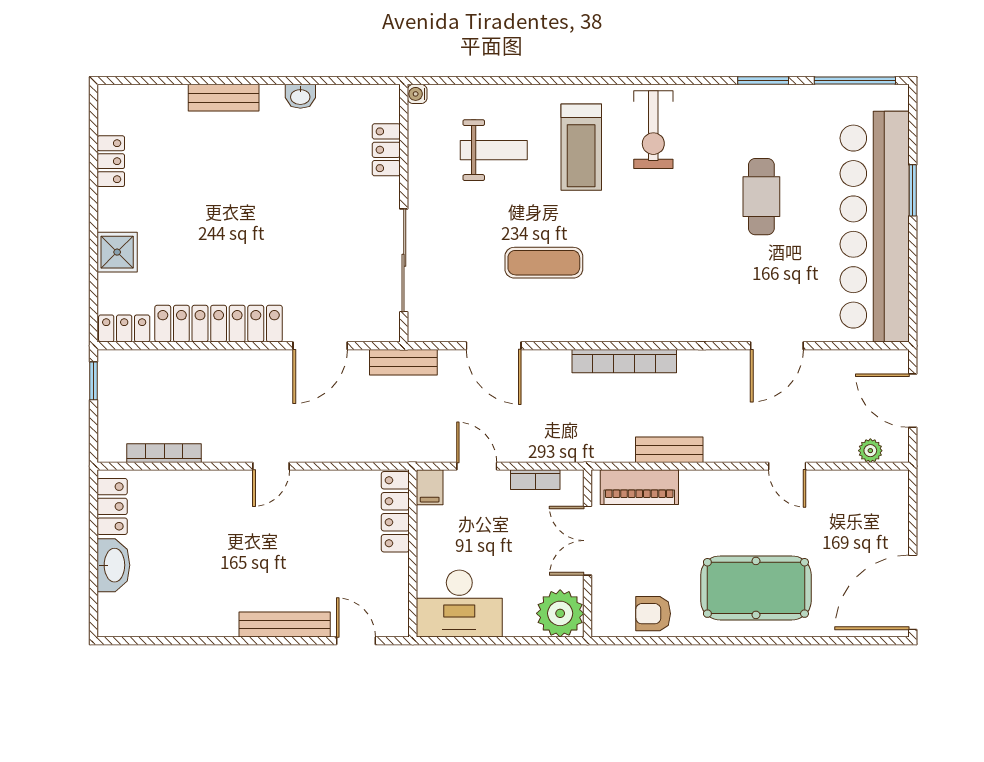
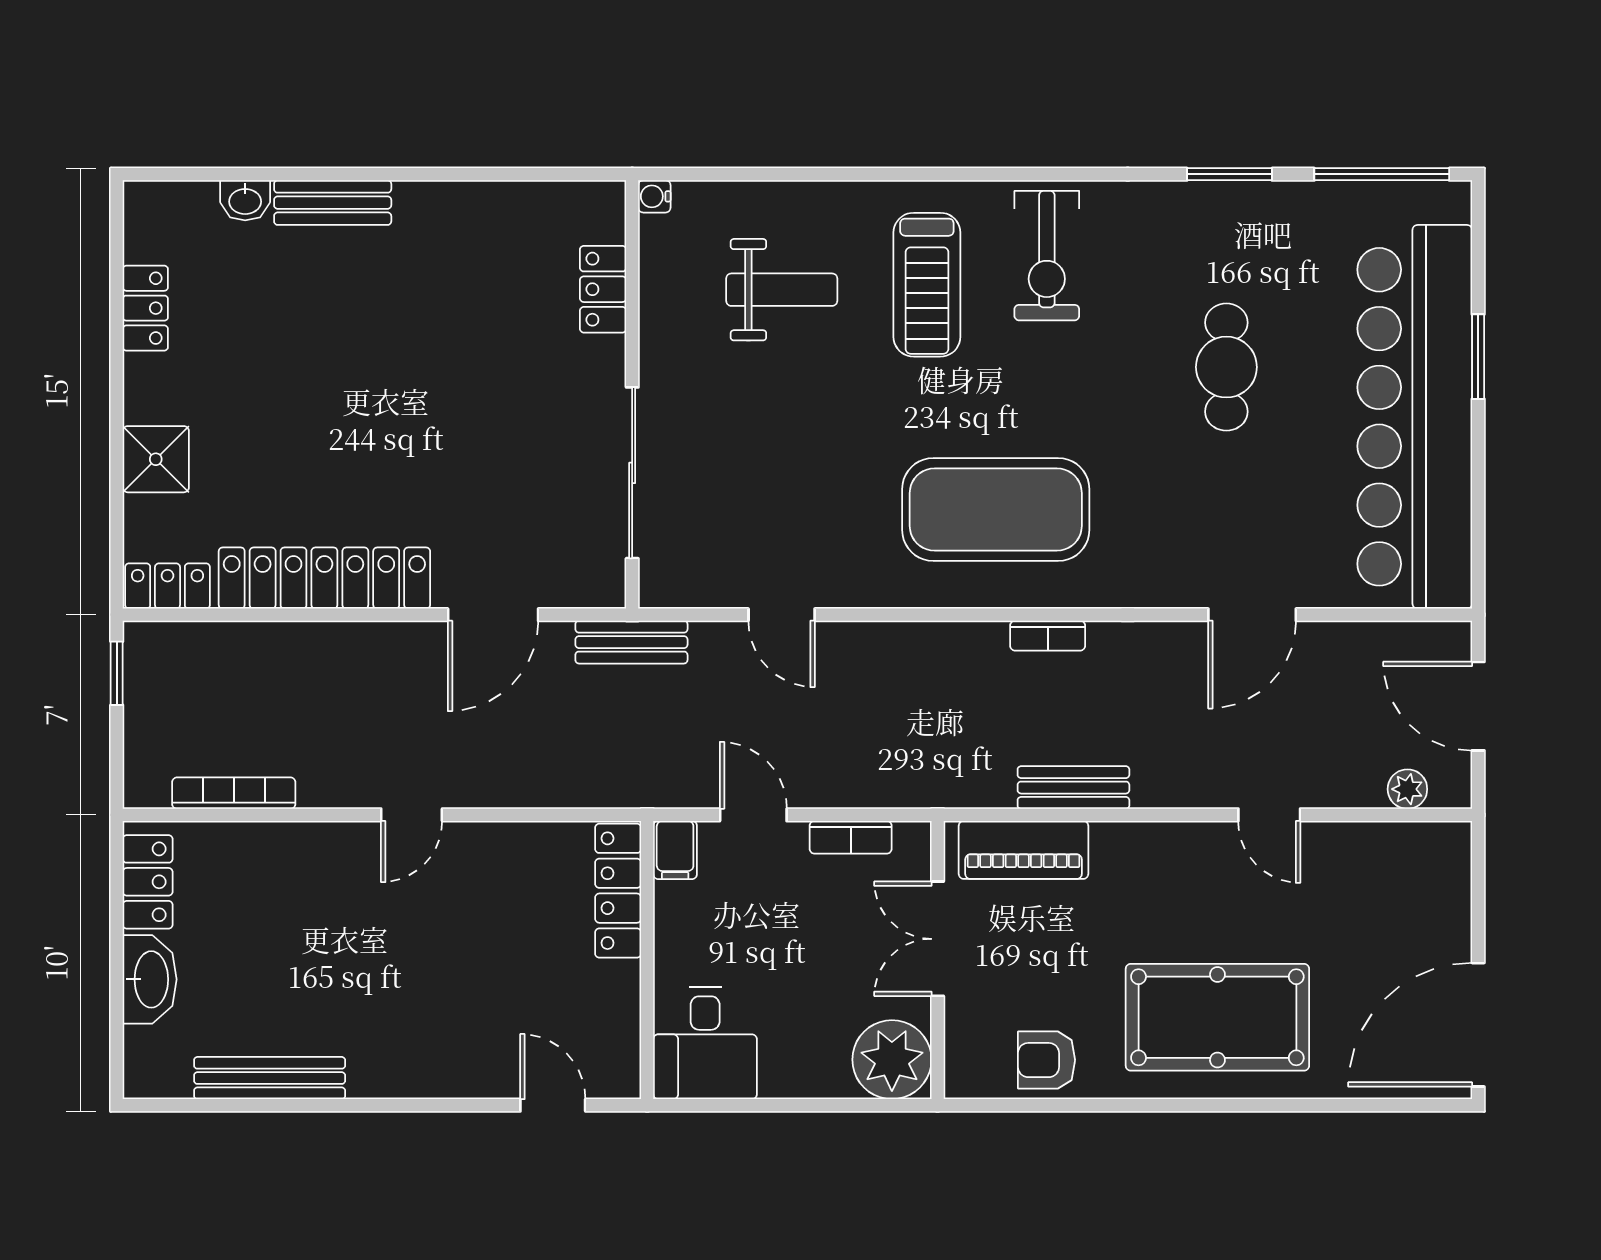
washbasin: (300, 96) -> (245, 200), moved
exercise mat: (544, 263) -> (996, 510), moved, width x2.00, depth x1.45
door: (494, 346) -> (782, 615), width x0.73
bookcase: (624, 361) -> (1048, 636), width x0.43, depth x0.76
desk: (459, 604) -> (705, 1043), width x0.73
bench: (285, 624) -> (270, 1078), moved

